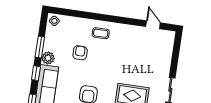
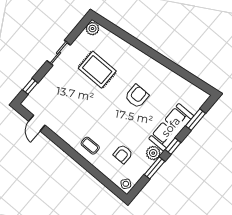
window: (176, 50) -> (30, 86), added
armchair: (80, 53) -> (123, 154), moved

